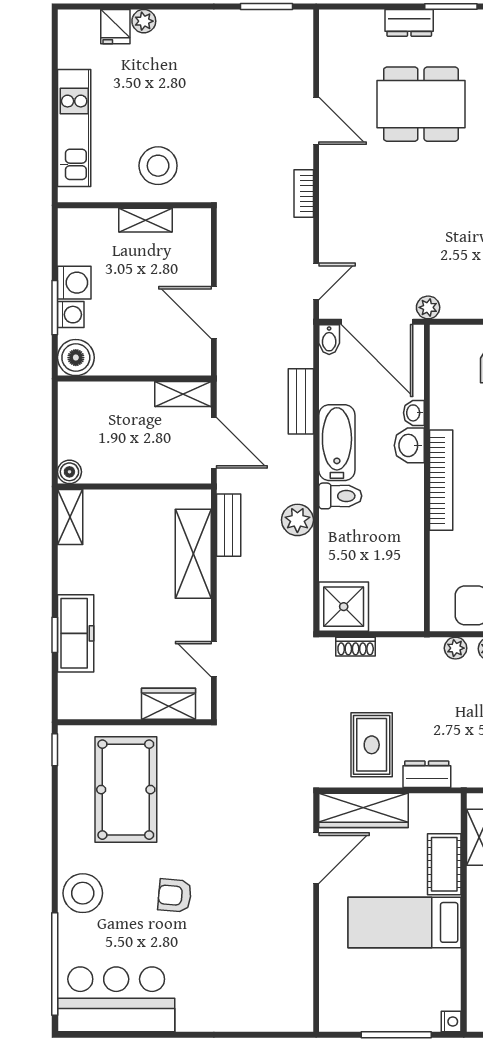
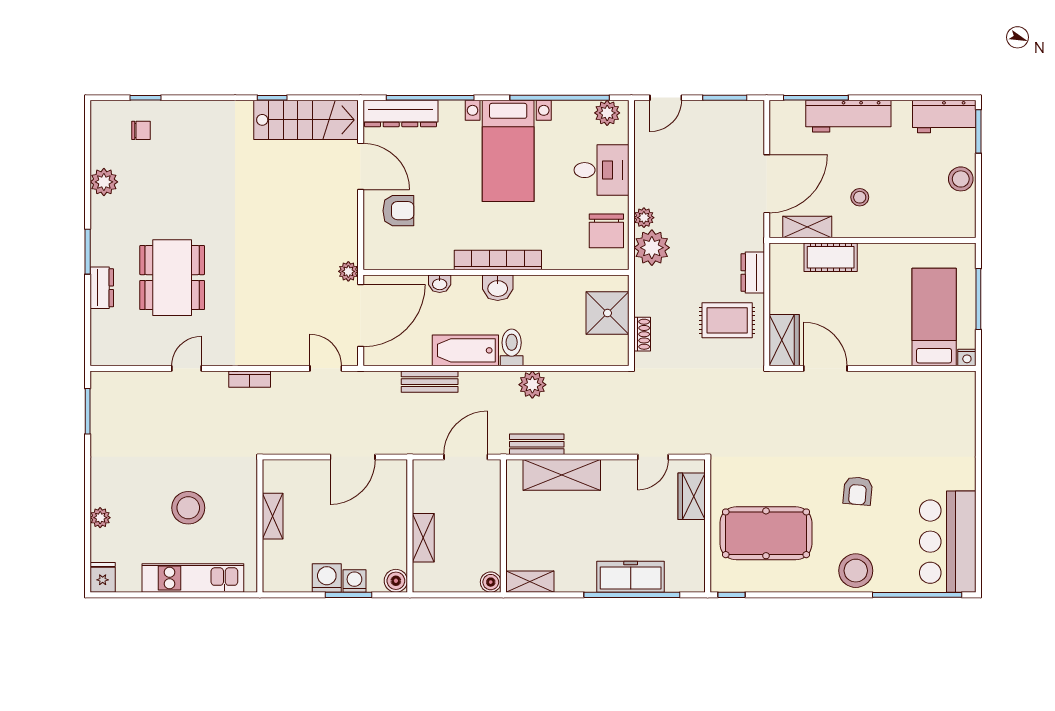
fridge: (115, 27) -> (103, 577), moved, turned -90
door: (316, 121) -> (187, 368), width x0.73
stool: (158, 166) -> (188, 508), moved
bidet: (329, 340) -> (376, 357), removed
boiler: (76, 358) -> (396, 581), width x0.73, depth x0.73
shelving: (183, 394) -> (423, 538), moved
washbasin: (409, 445) -> (498, 288), moved
shower: (344, 607) -> (607, 313), moved
window: (55, 635) -> (632, 595), width x3.17
plant: (456, 648) -> (652, 248), width x1.88, depth x1.88
wardrobe: (364, 810) -> (784, 340), width x0.67
bed: (405, 922) -> (934, 317), moved, turned 180
nightstand: (451, 1022) -> (967, 358), moved, turned 180

